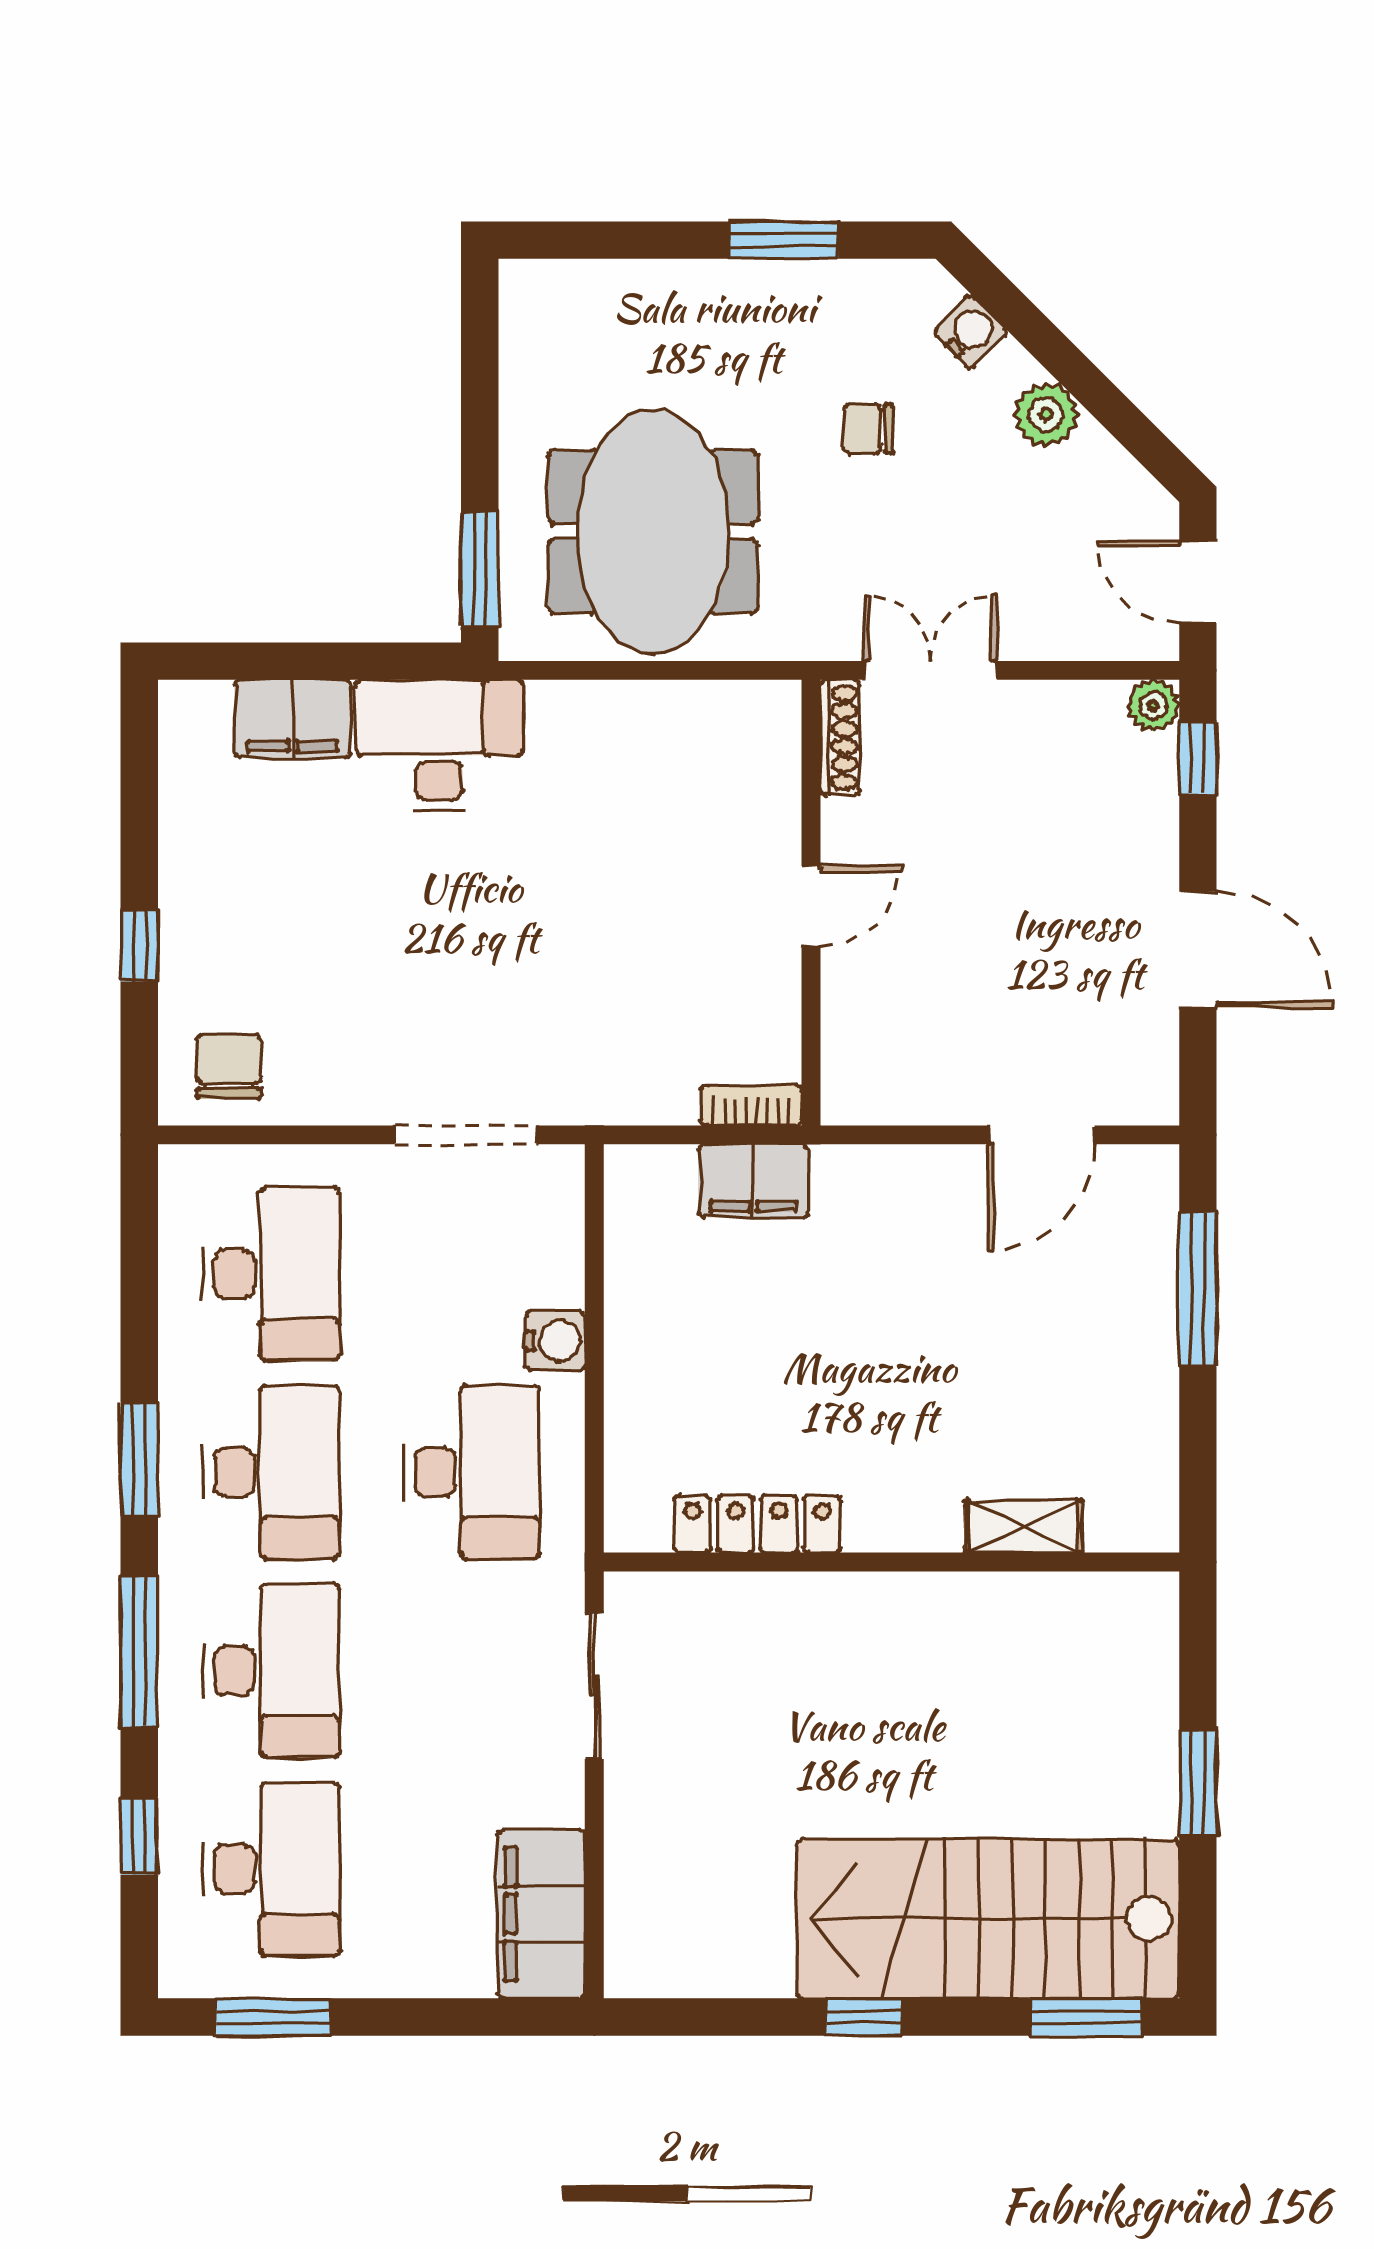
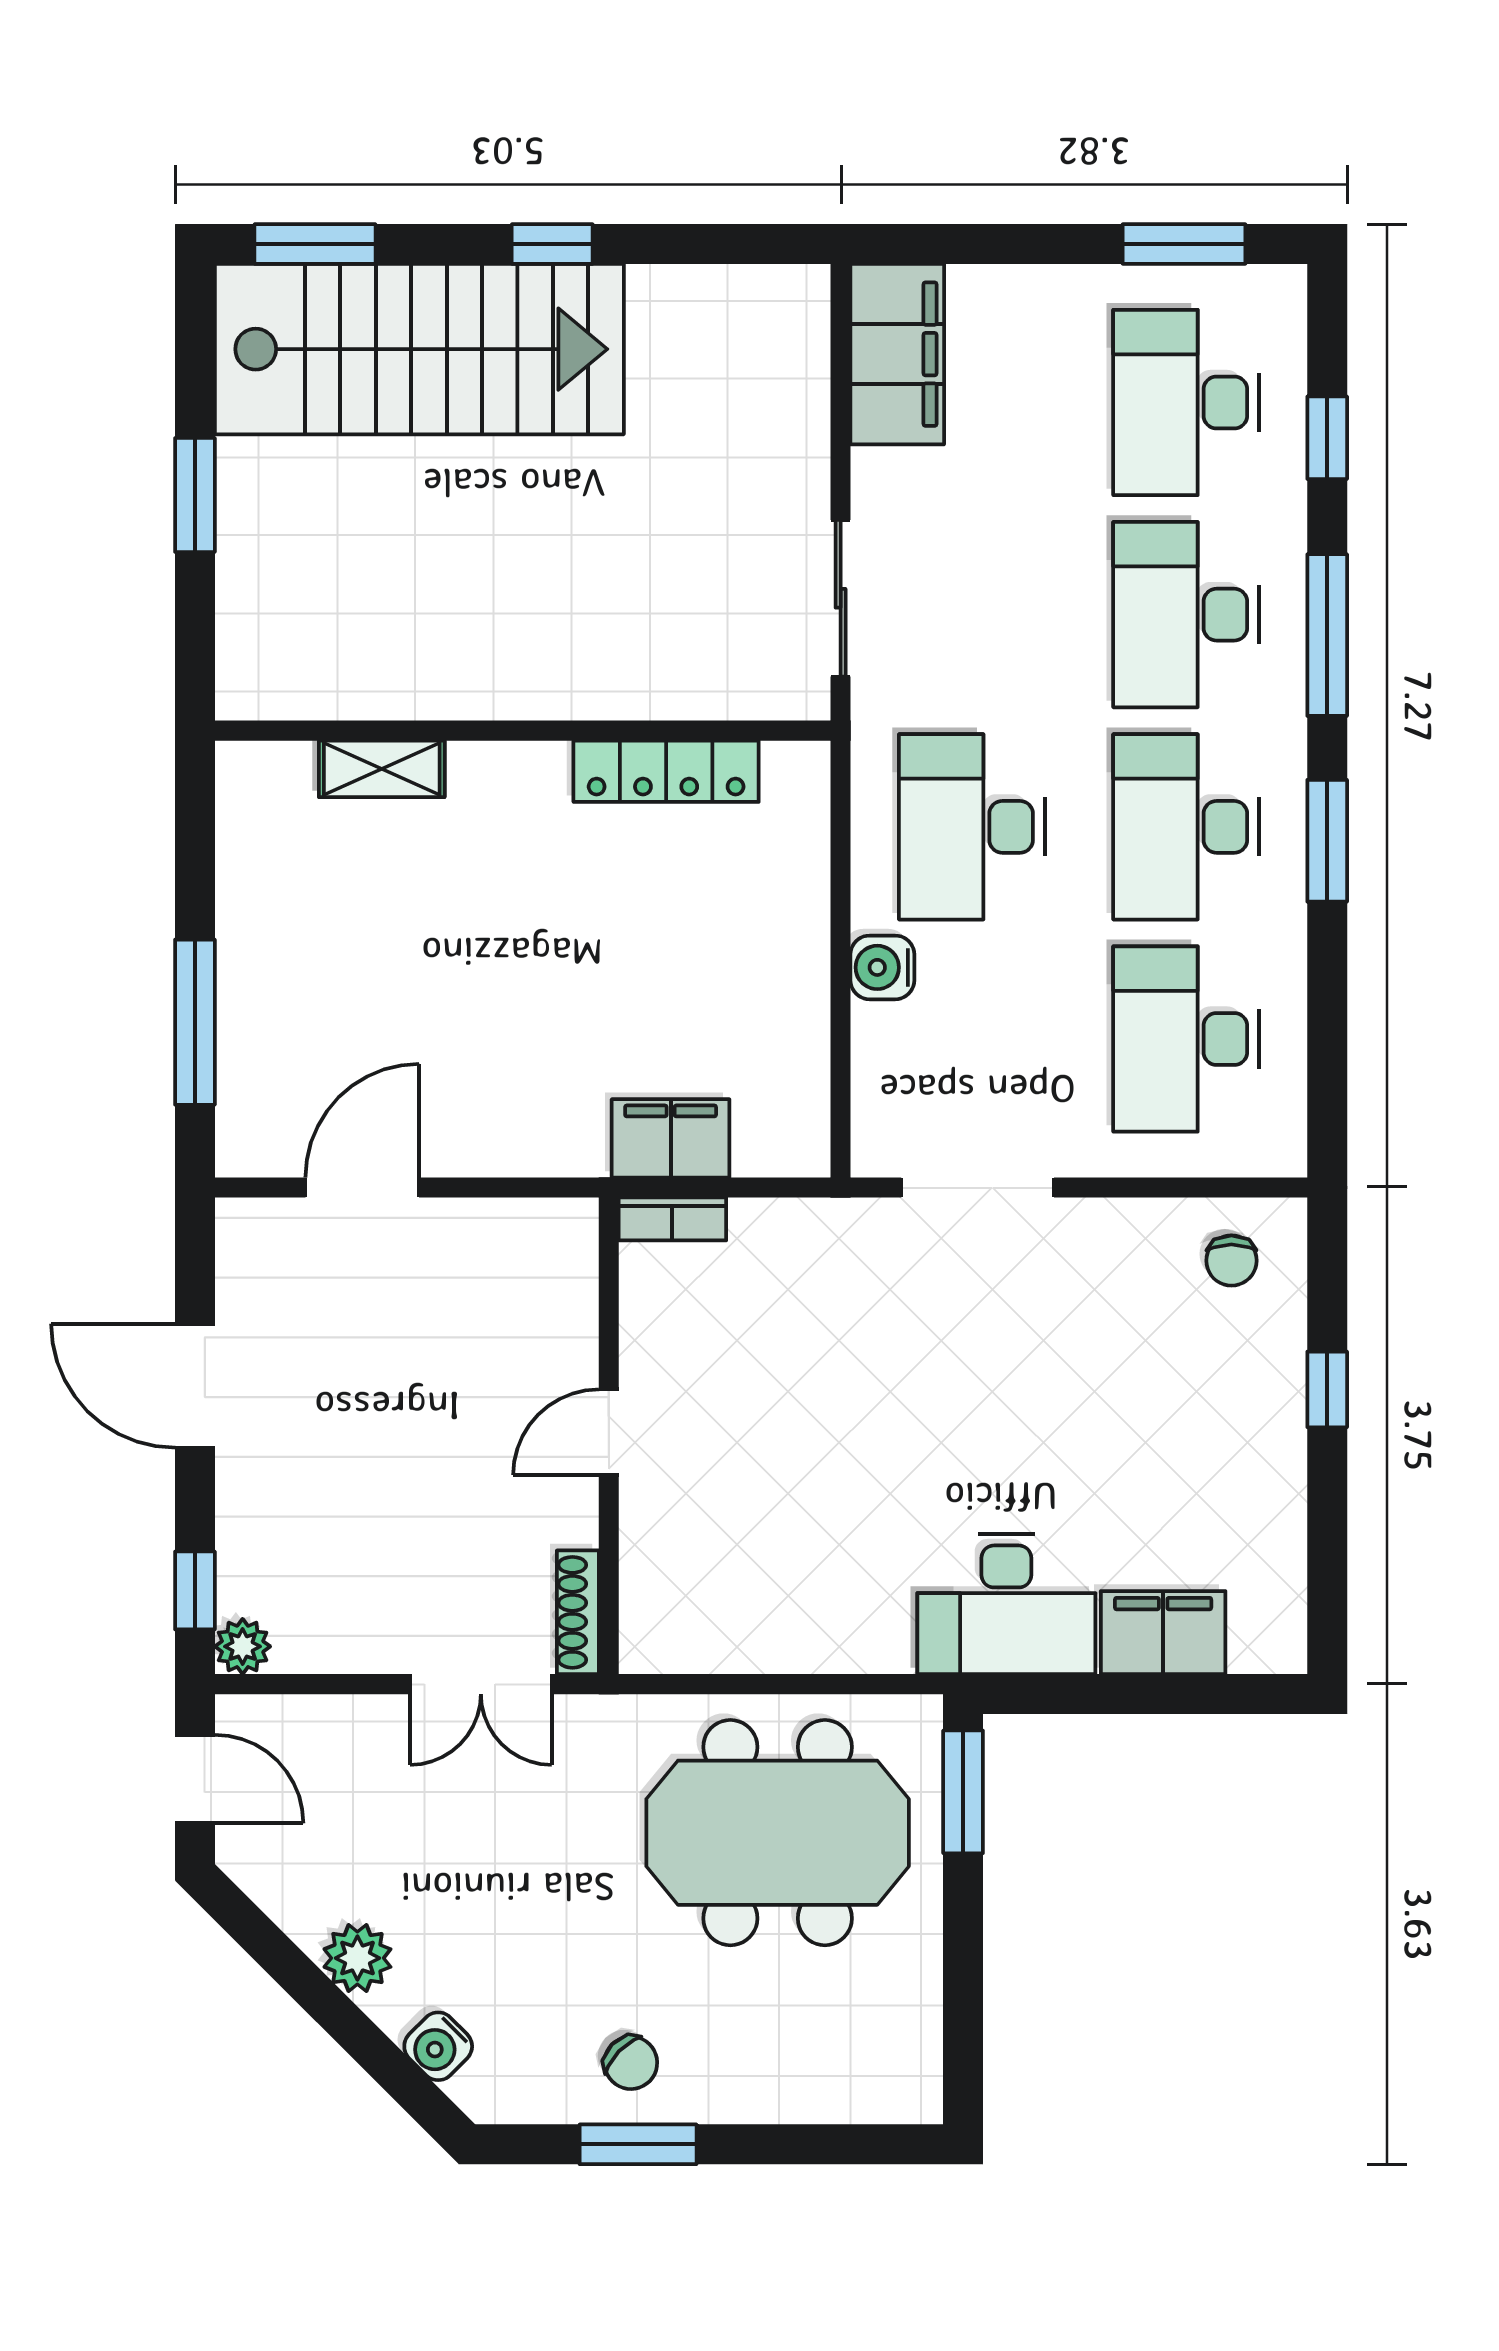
chair: (868, 429) -> (631, 2063), moved, turned 44
meeting table: (653, 532) -> (778, 1833), turned 90
chair: (229, 1067) -> (1231, 1261), width x0.73, depth x0.73

